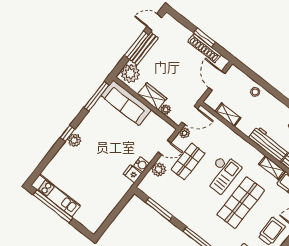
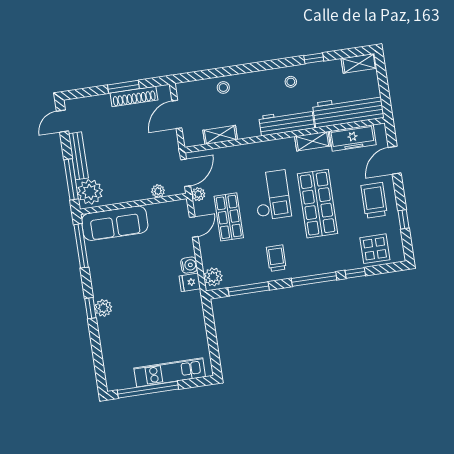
window: (136, 45) -> (71, 179), moved
door: (217, 81) -> (177, 114), hinge flipped
wardrobe: (152, 96) -> (133, 191), removed
plant: (159, 170) -> (213, 277), moved
kitchen unit: (56, 195) -> (170, 372), moved
trolley: (190, 208) -> (276, 258), added

